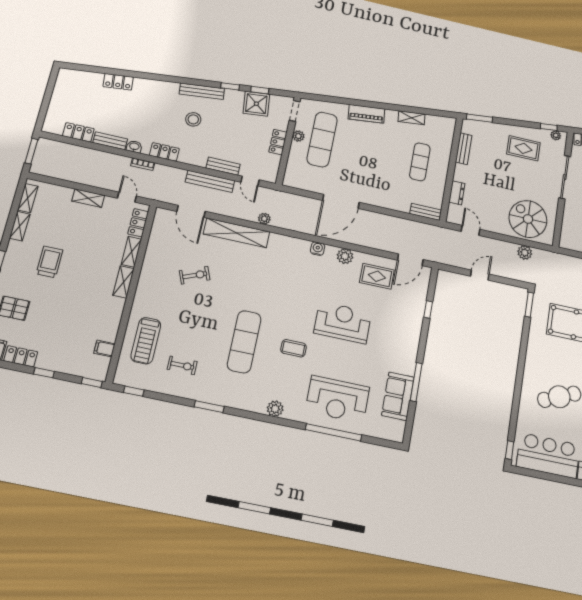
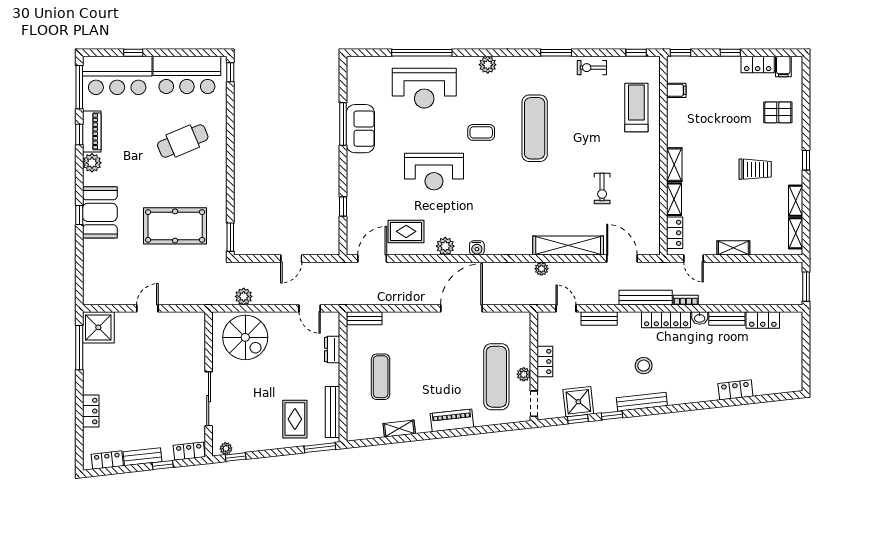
rug: (523, 148) -> (295, 419), moved, turned 90
bench: (464, 149) -> (333, 412), width x1.36
locker: (164, 152) -> (666, 320), width x1.53
bench: (210, 181) -> (646, 298), moved
trolley: (50, 262) -> (755, 169), turned -90
exercise bike: (195, 275) -> (602, 188), turned -68
exercise bike: (182, 365) -> (592, 68), moved
sofa: (398, 396) -> (360, 129), moved
reception desk: (337, 399) -> (424, 88), turned 180

